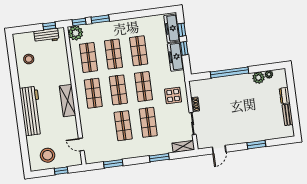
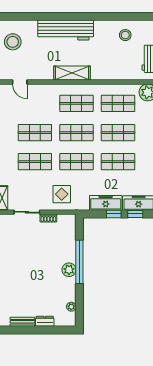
plant: (259, 78) -> (69, 270), moved
door: (81, 145) -> (20, 82), swing flipped

